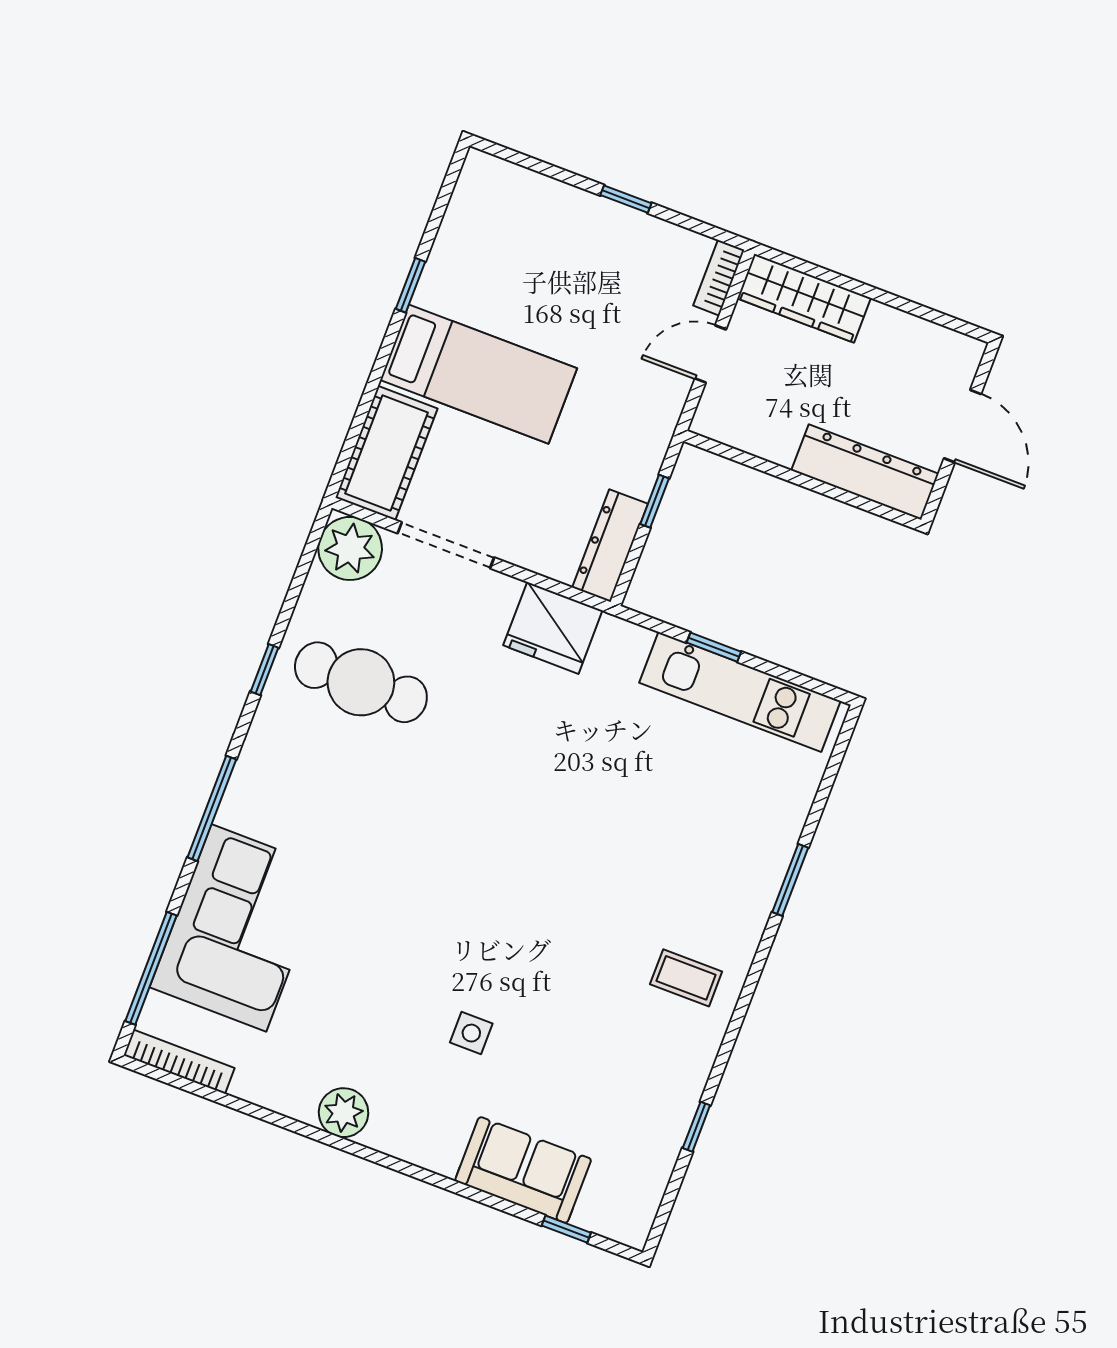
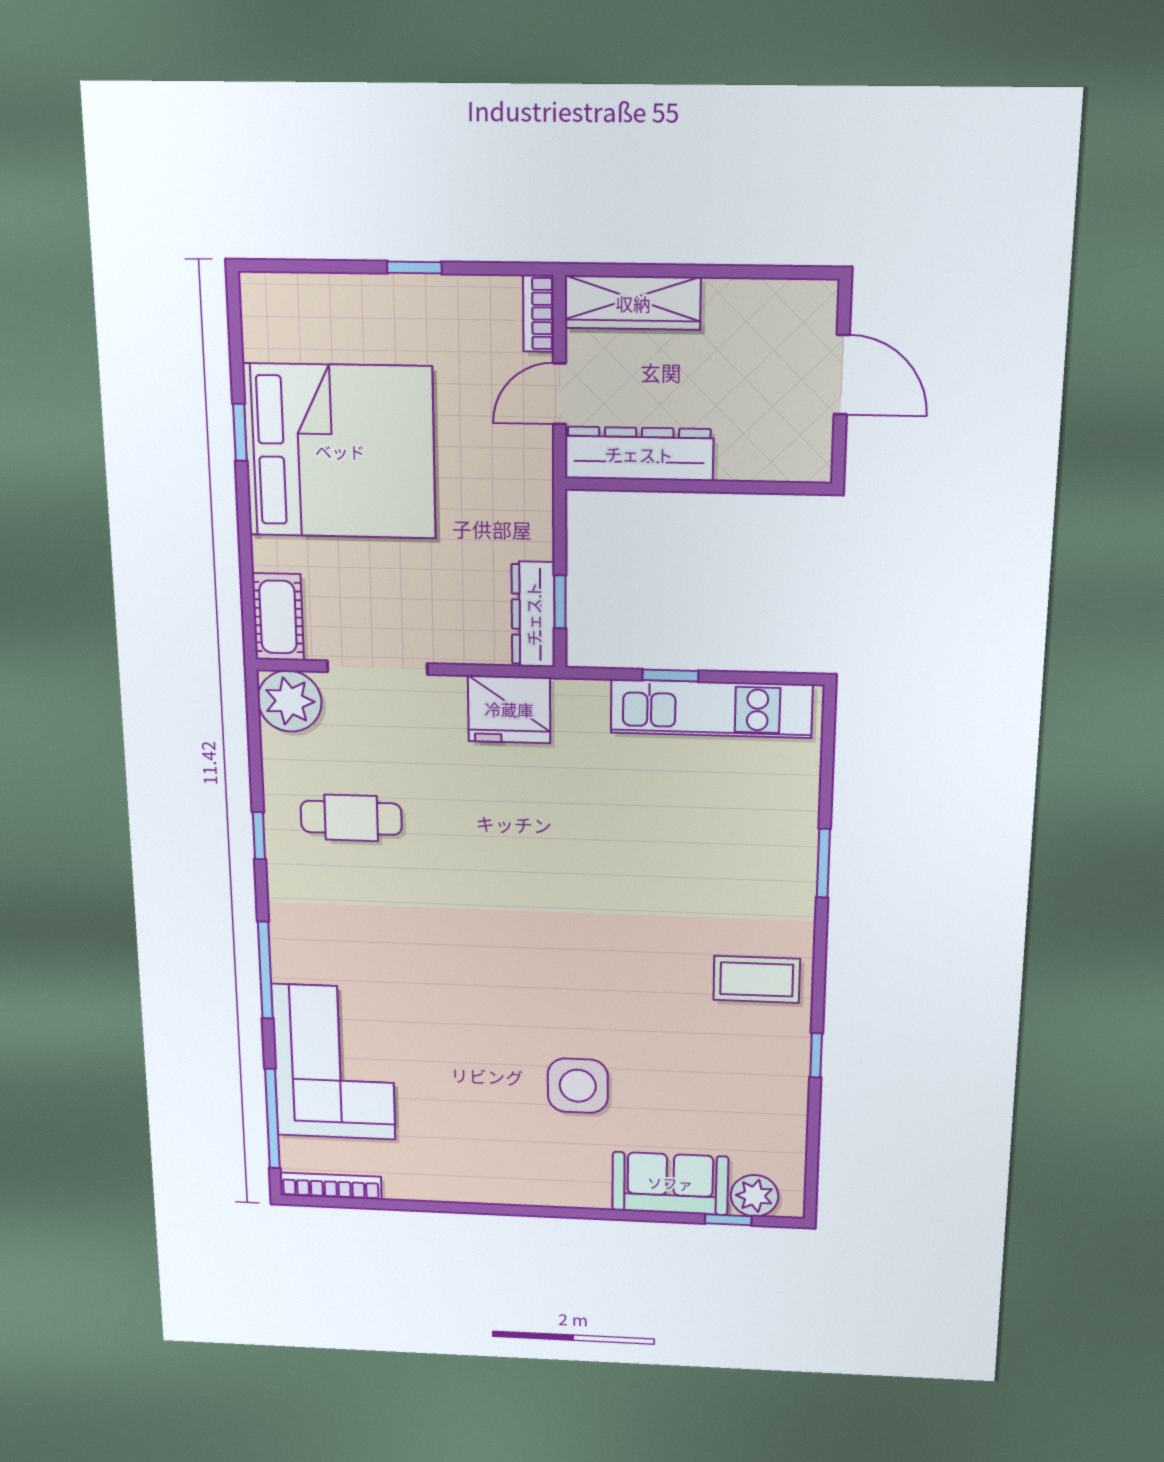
bed: (479, 374) -> (340, 451), width x2.04
cot: (387, 453) -> (278, 617), width x0.73, depth x0.75
dresser: (865, 472) -> (639, 454), moved
window: (655, 501) -> (560, 602), moved
cafe table: (361, 682) -> (351, 818), width x0.73, depth x0.74
coffee table: (686, 978) -> (757, 979), width x1.36, depth x1.30
side table: (471, 1033) -> (578, 1086), width x1.87, depth x1.87
plant: (344, 1113) -> (754, 1196), moved
window: (696, 1127) -> (816, 1055), moved

